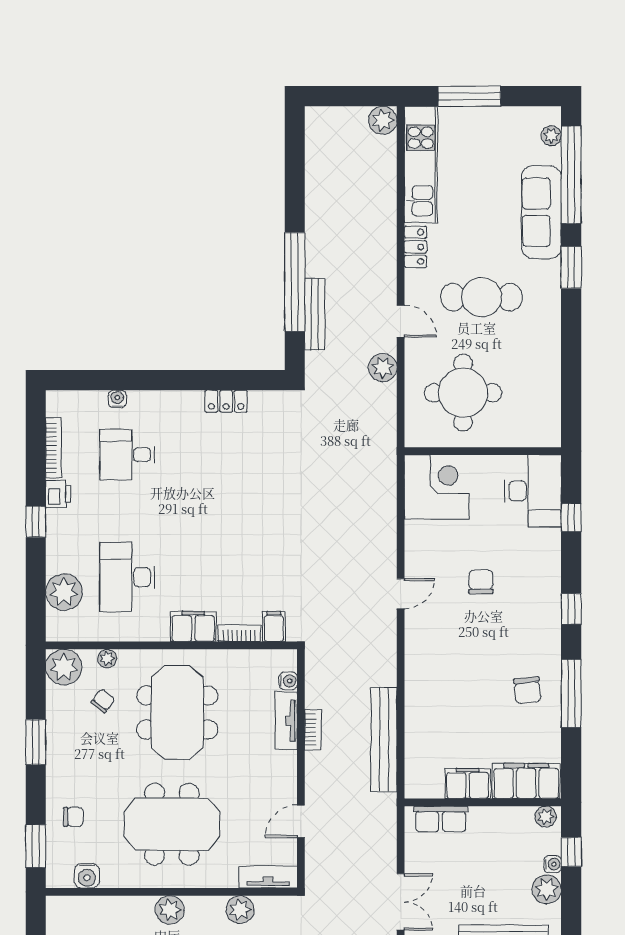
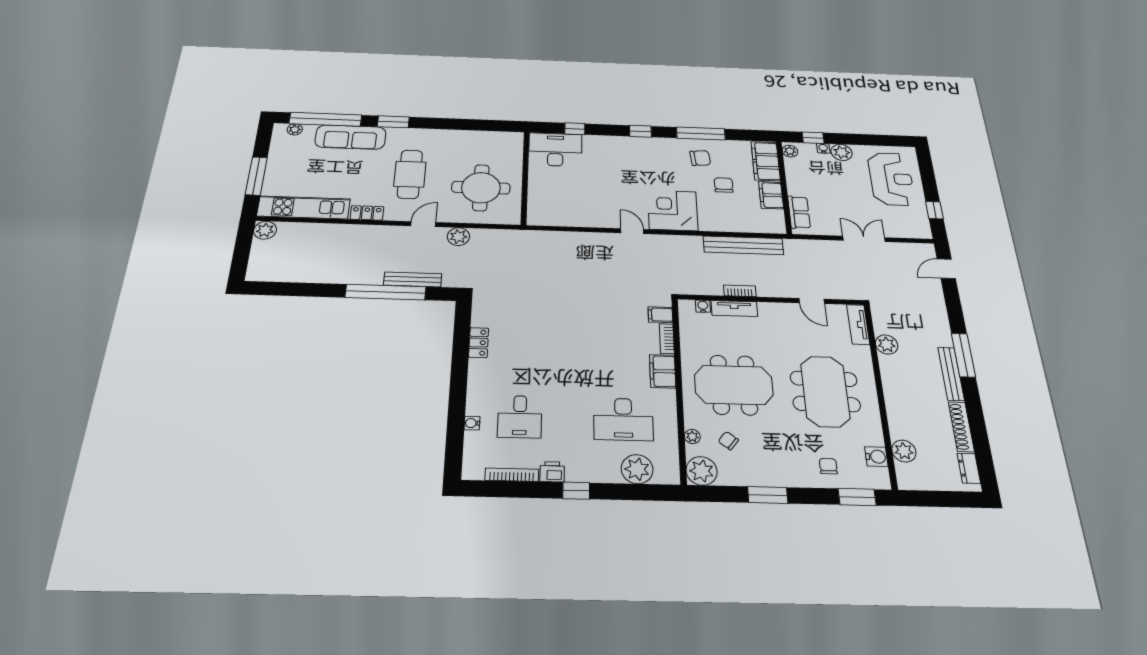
corner desk: (437, 487) -> (673, 210), moved
chair: (481, 582) -> (724, 185), moved, turned 90
plant: (170, 910) -> (904, 451), moved

